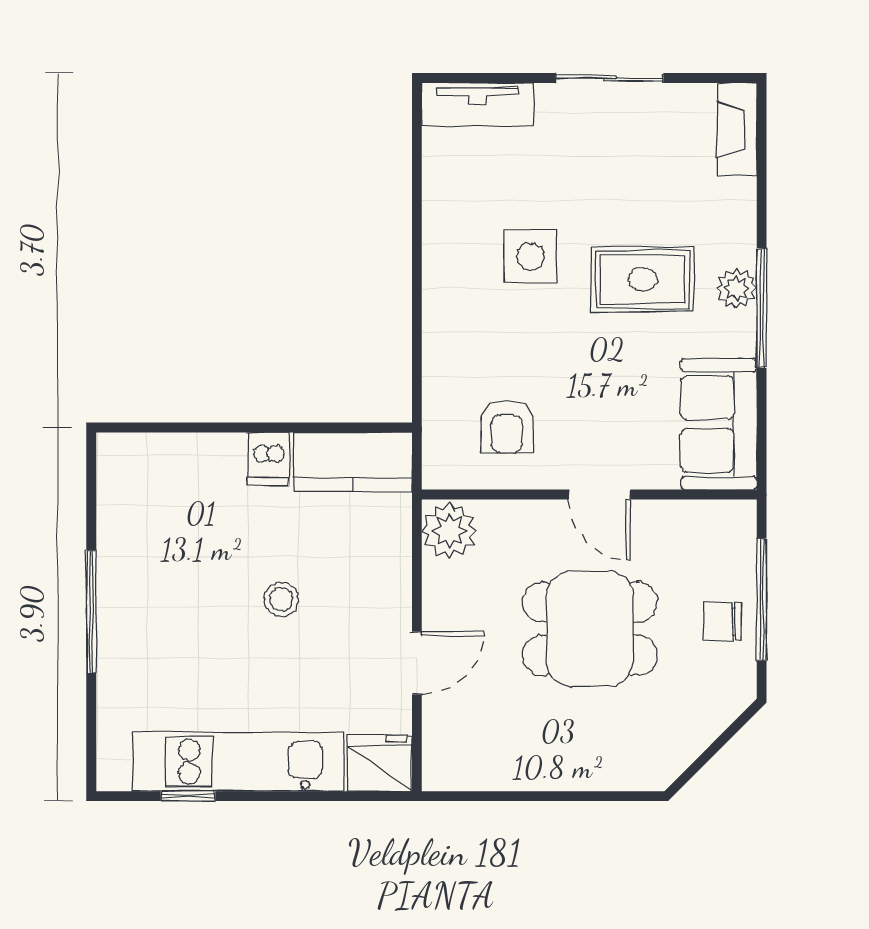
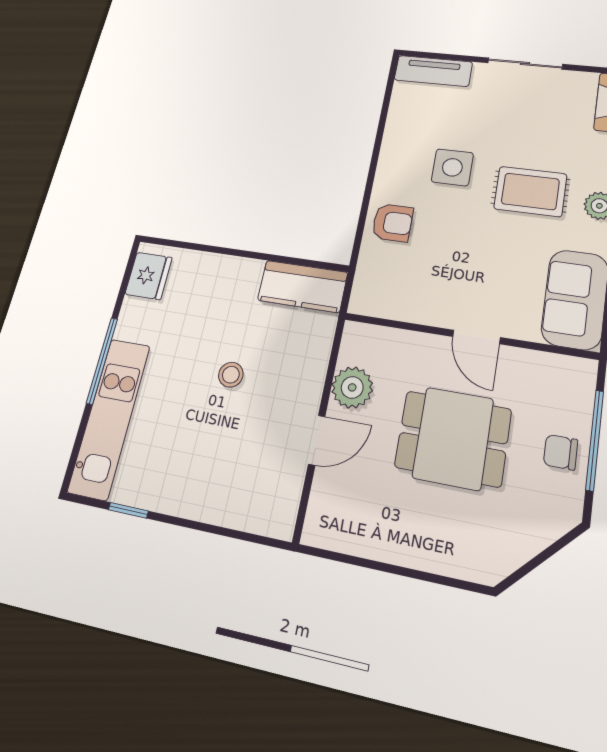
armchair: (507, 426) -> (392, 223), moved, turned -90
dishwasher: (269, 459) -> (246, 276), removed
plant: (449, 531) -> (352, 387), moved
kitchen unit: (238, 762) -> (109, 418), moved, turned 90
fridge: (380, 763) -> (149, 276), moved, turned 90

